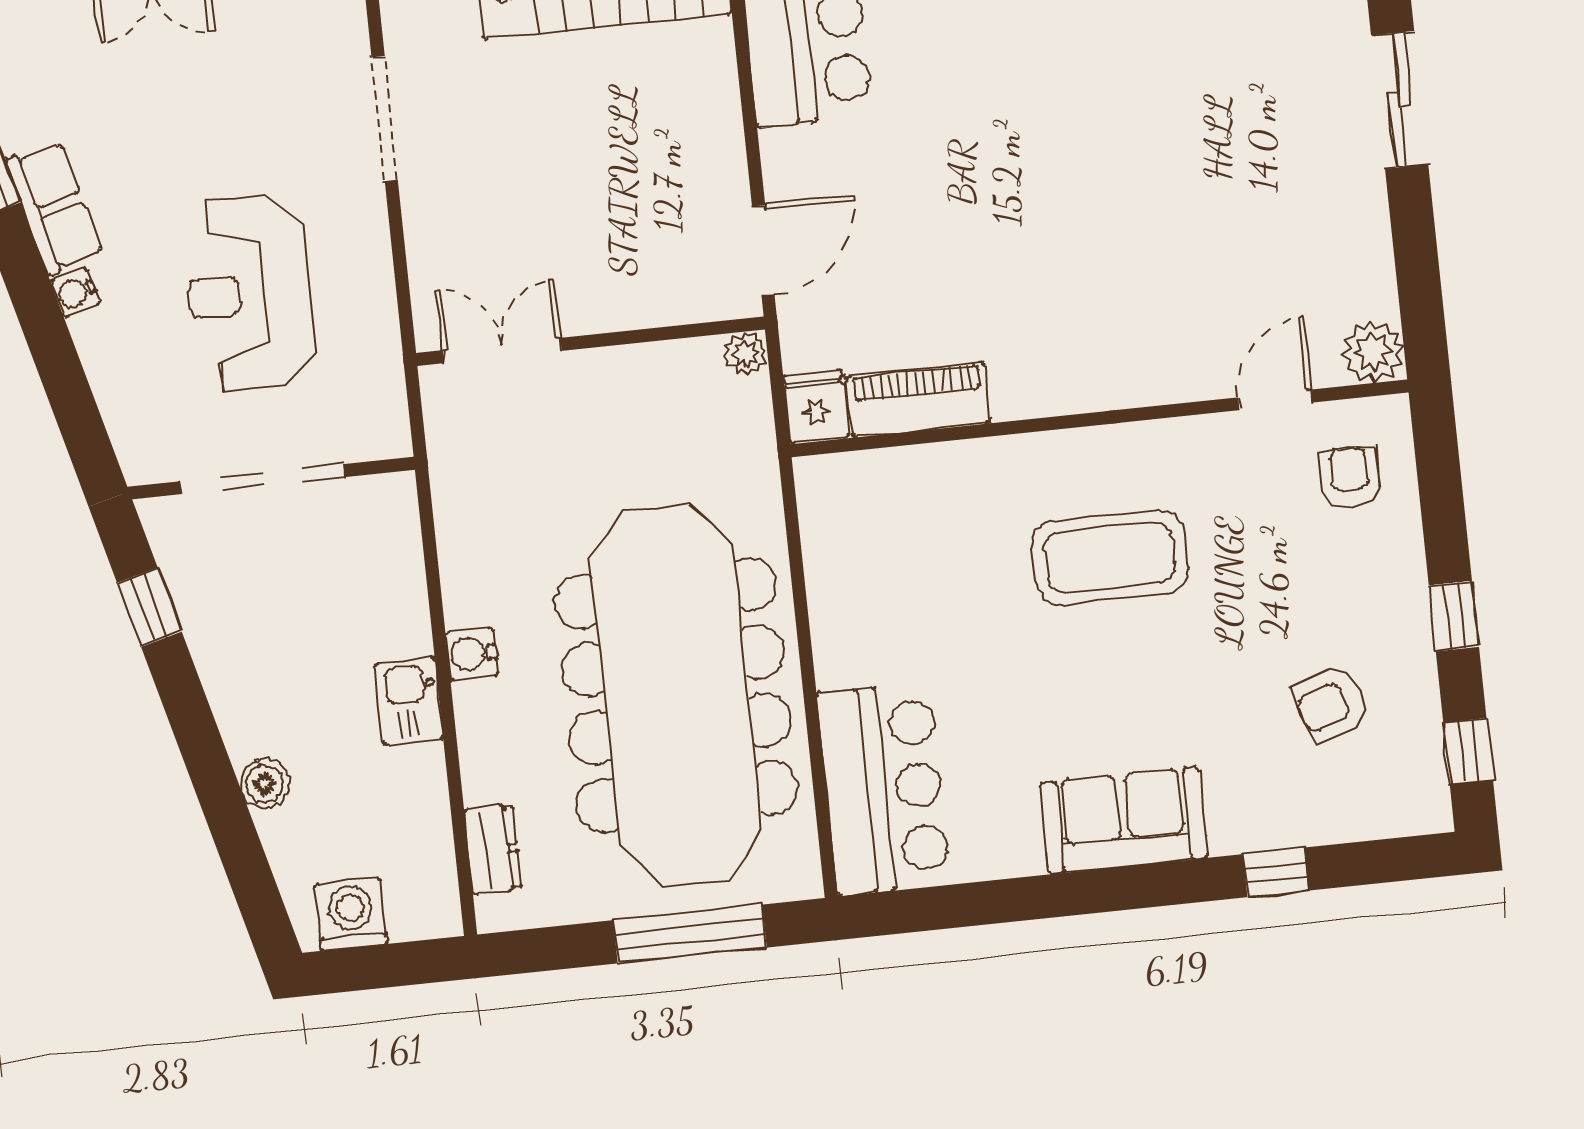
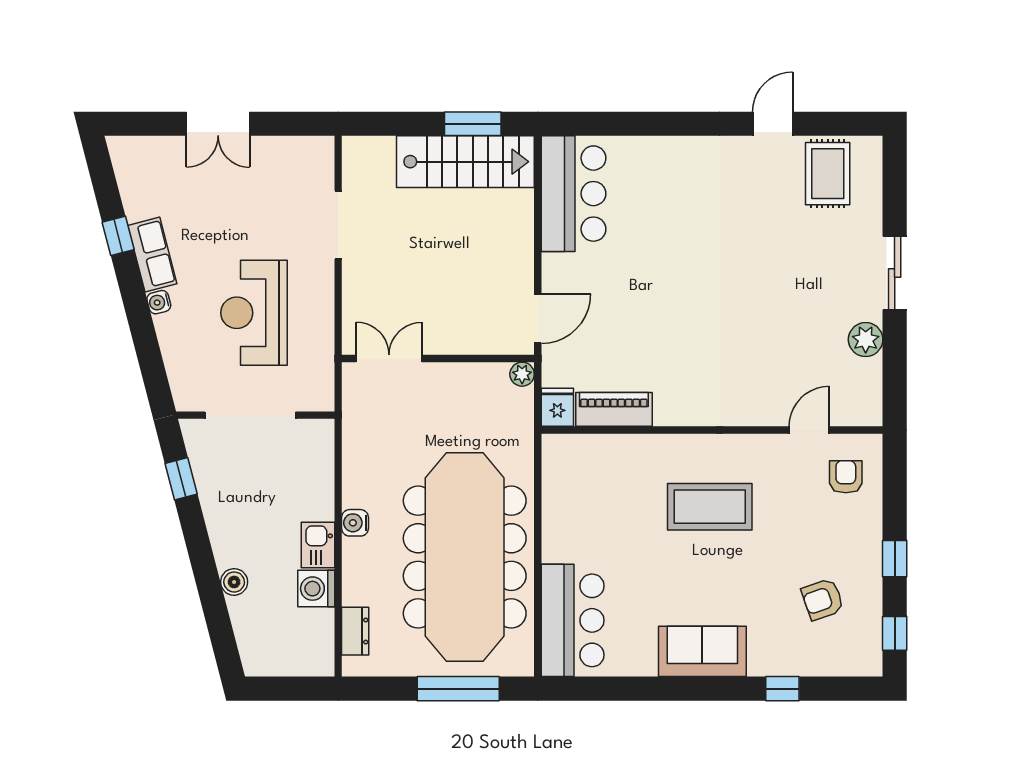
plant: (1373, 352) -> (866, 340), moved
washing machine: (351, 914) -> (316, 589), moved, turned -90

